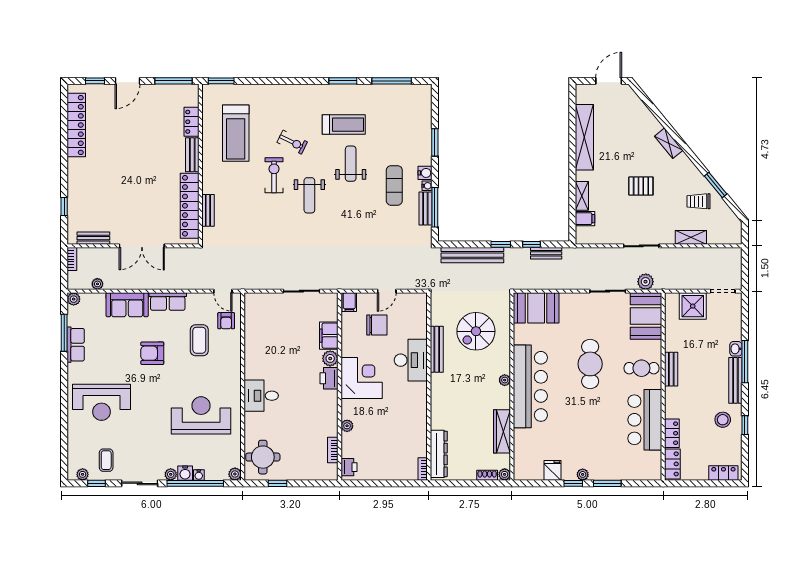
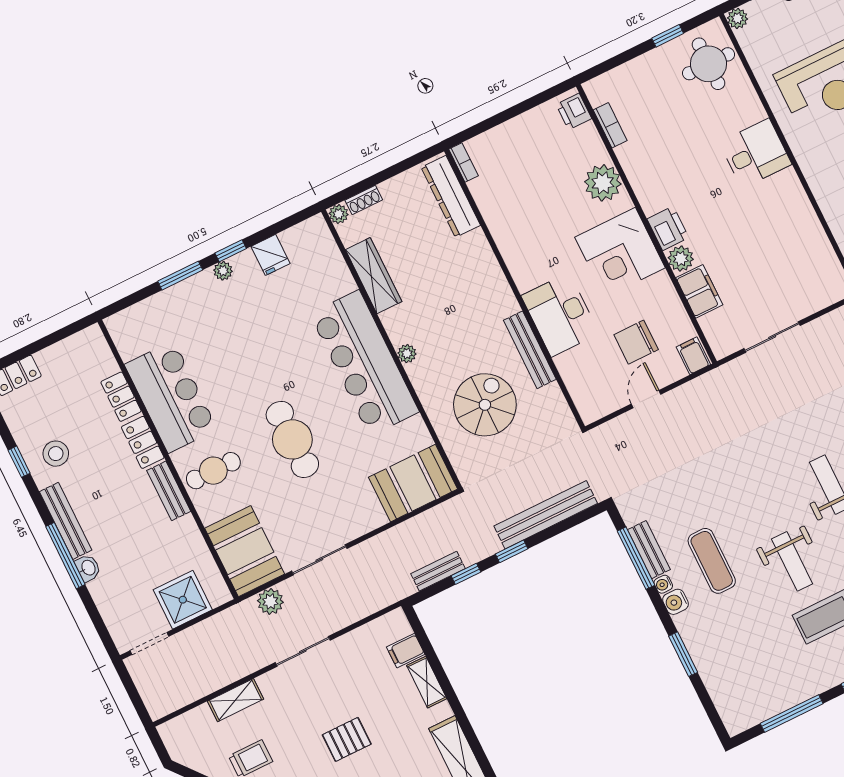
plant: (347, 426) -> (603, 183), width x1.87, depth x1.87
locker: (672, 464) -> (143, 442), moved

